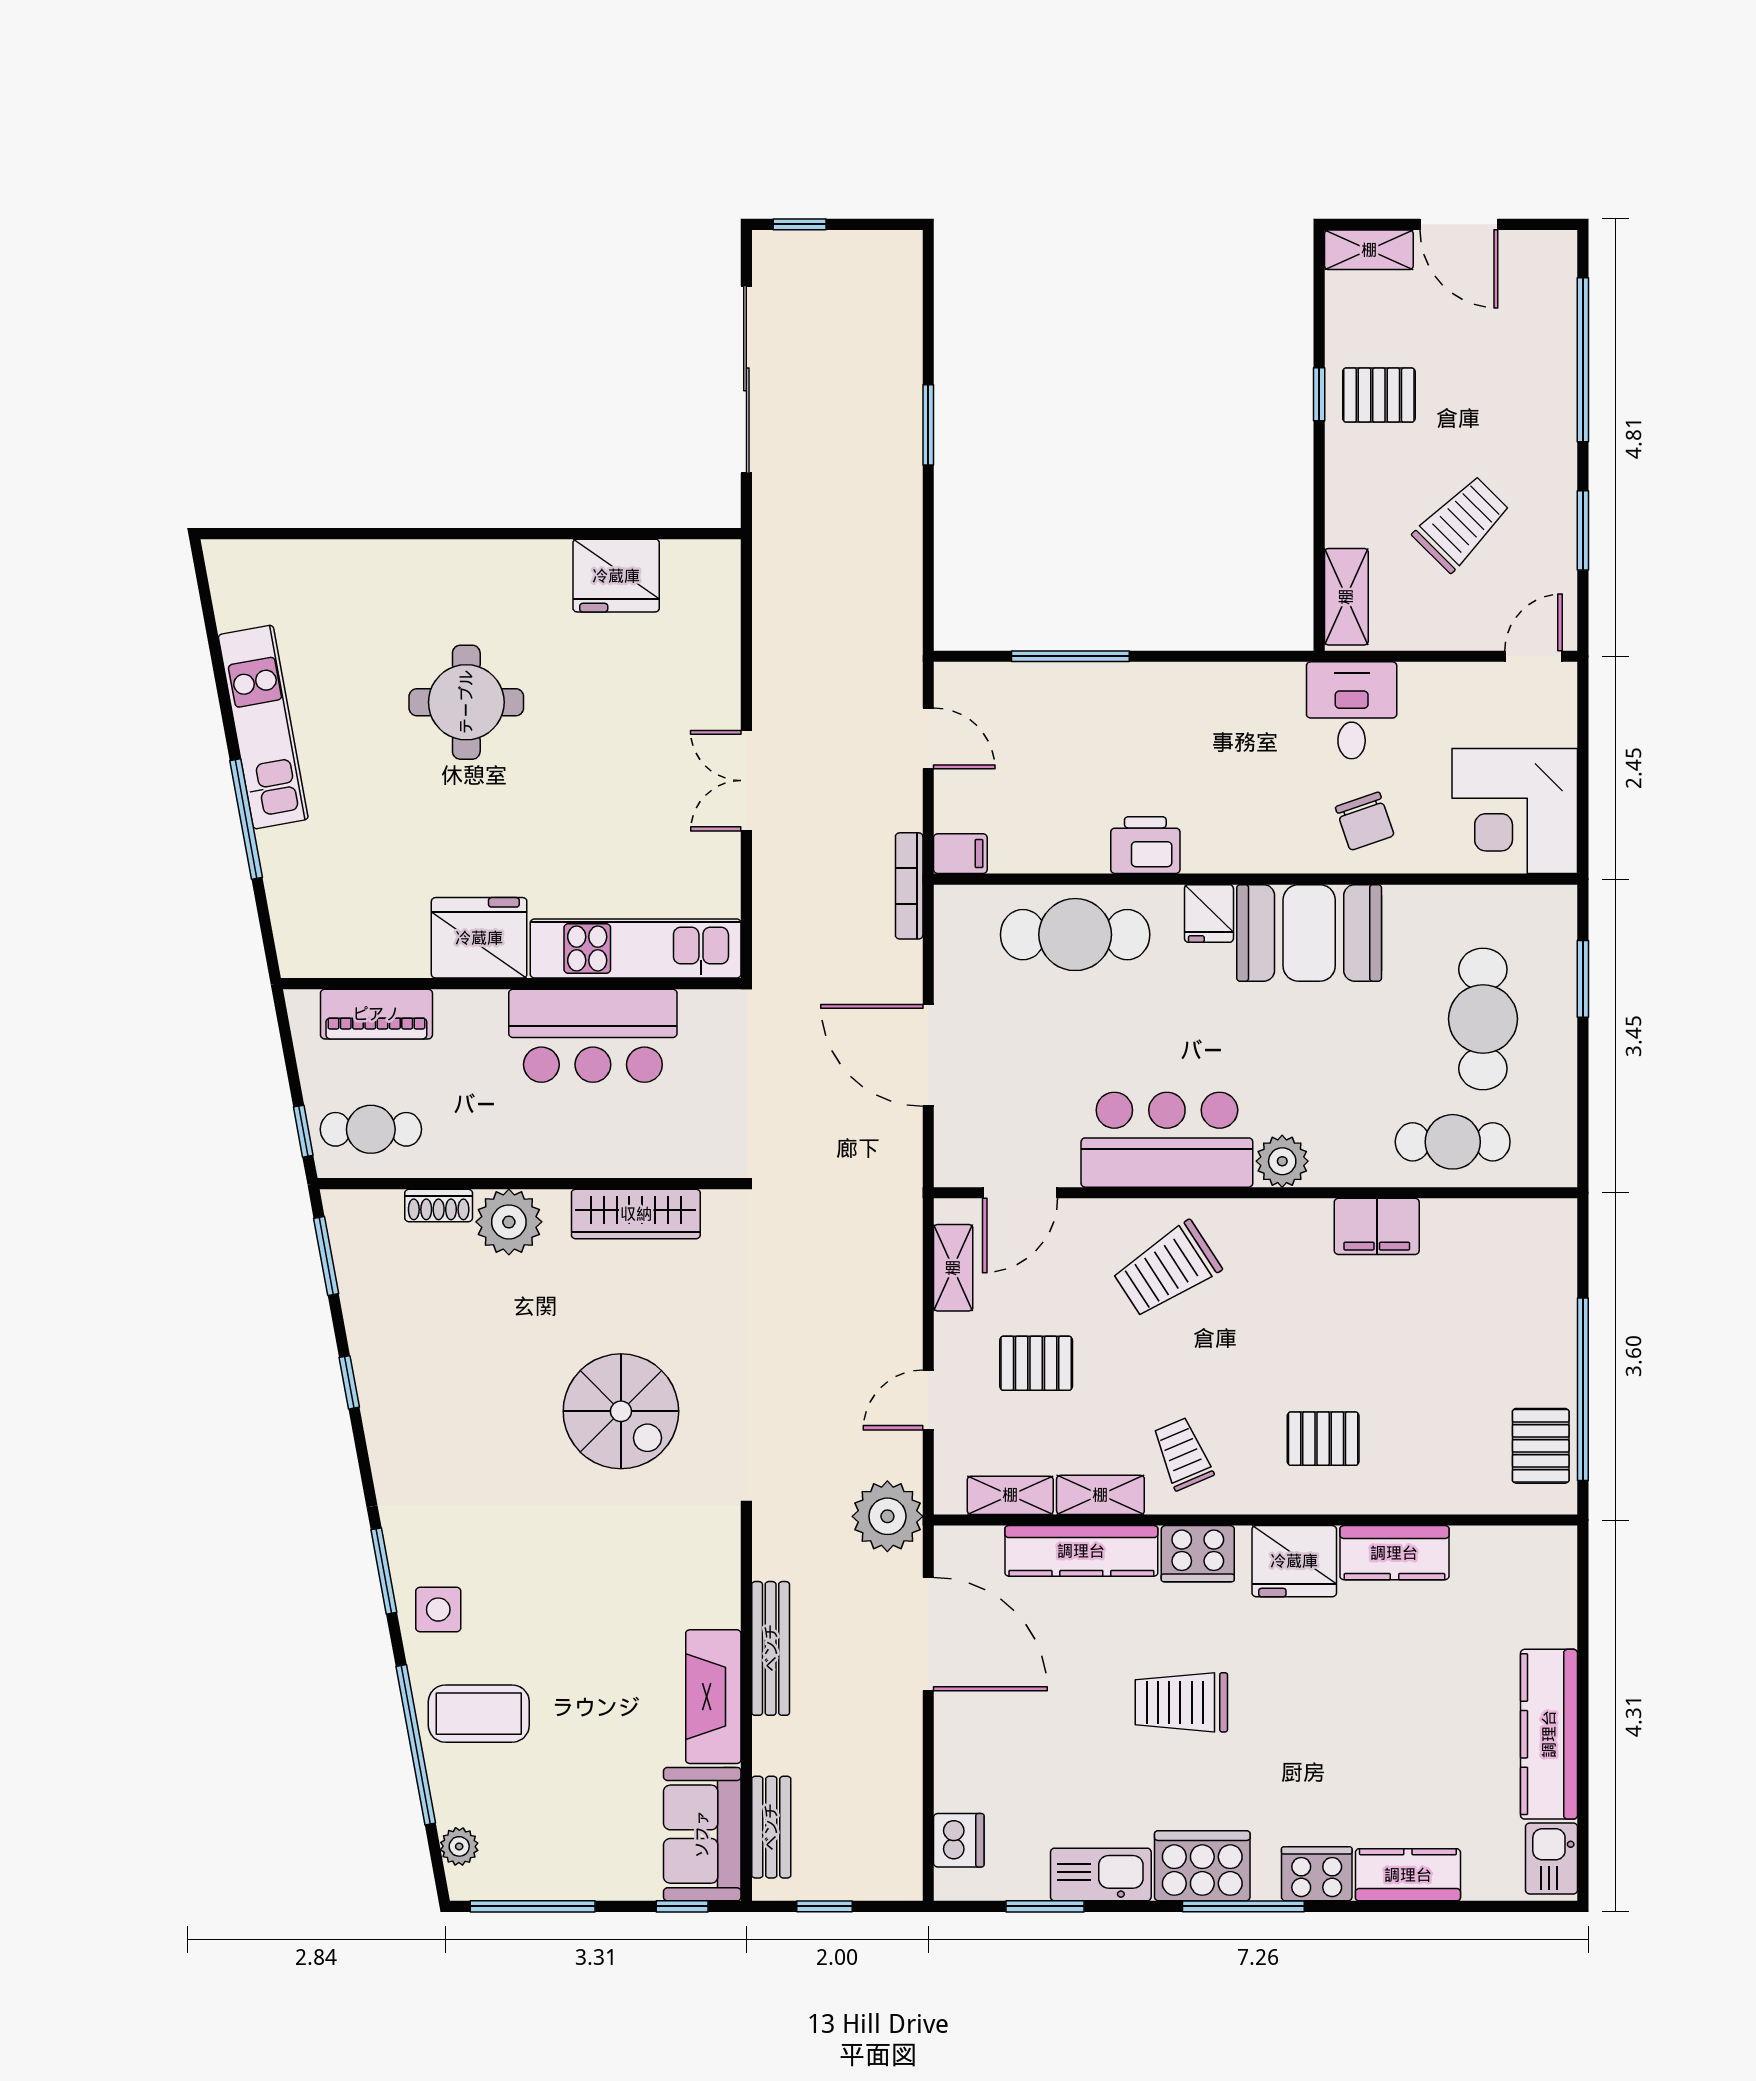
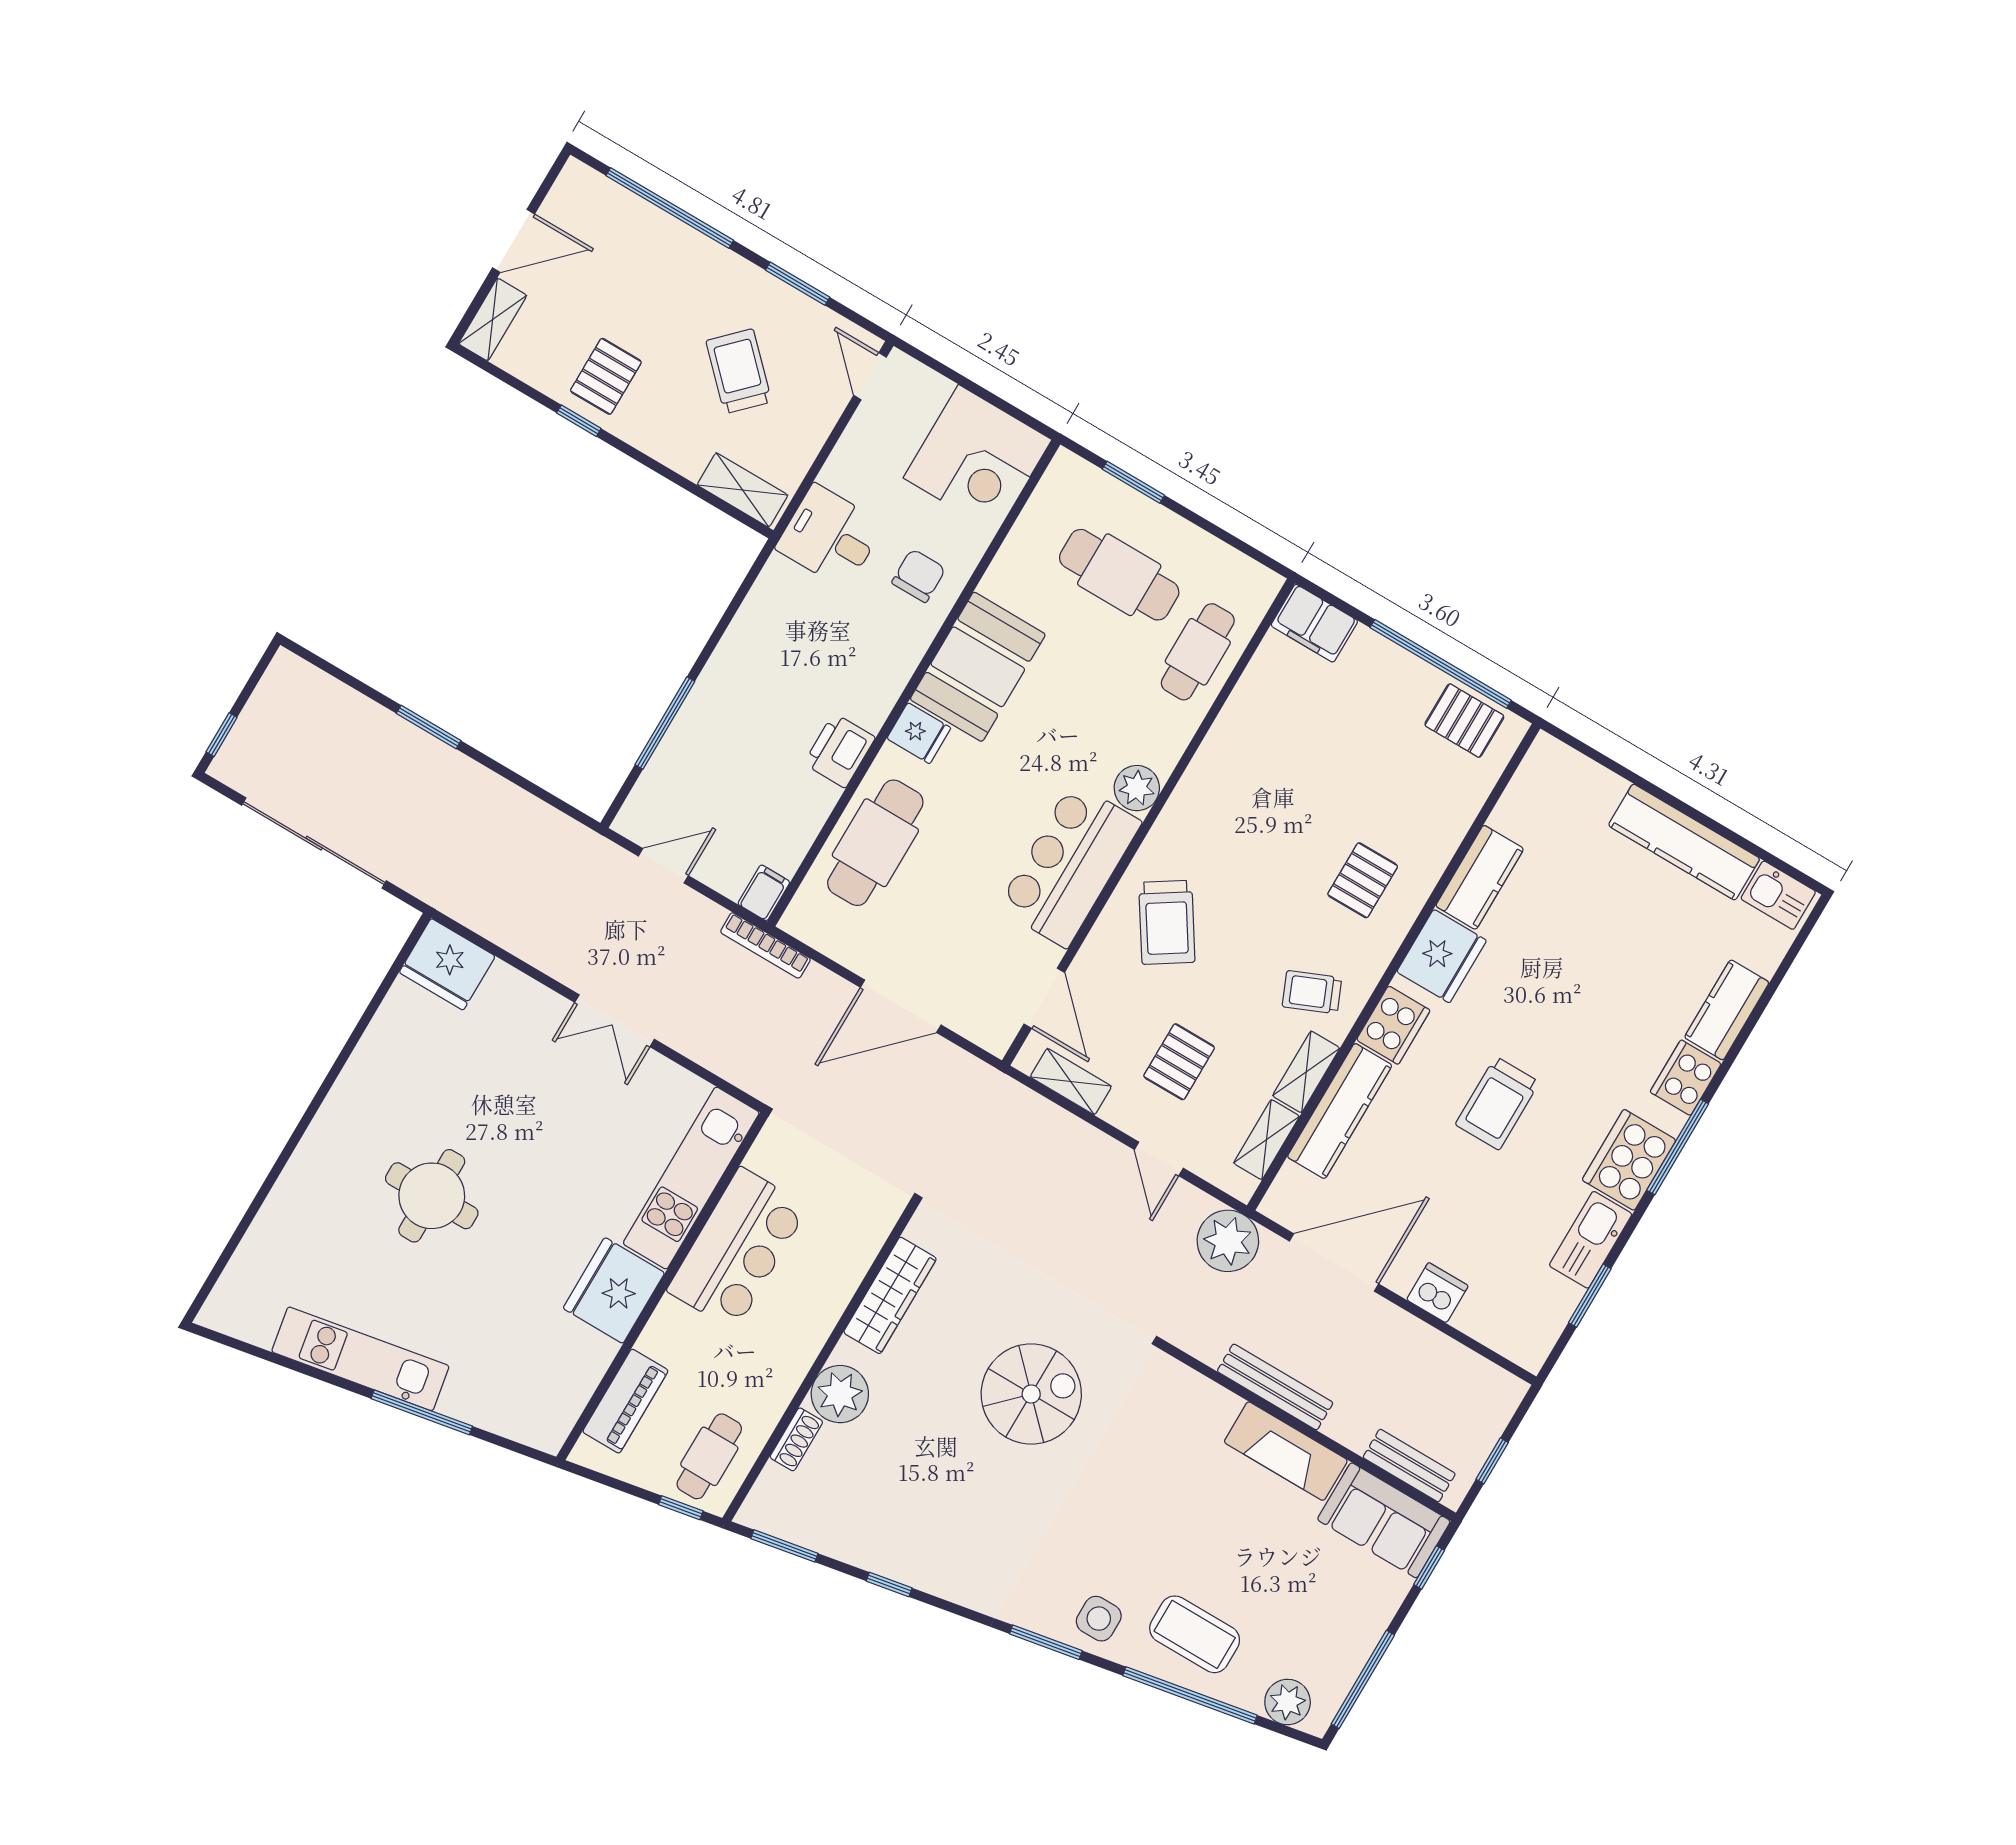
fridge: (616, 576) -> (447, 964), moved, turned 90
chair: (1365, 821) -> (919, 576), turned -71
filing cabinet: (1377, 1226) -> (1314, 623), moved, turned 90
coffee table: (479, 1714) -> (1195, 1634), turned 90
dishwasher: (959, 1840) -> (1437, 1293), moved
plant: (459, 1846) -> (1288, 1702), width x1.38, depth x1.38

